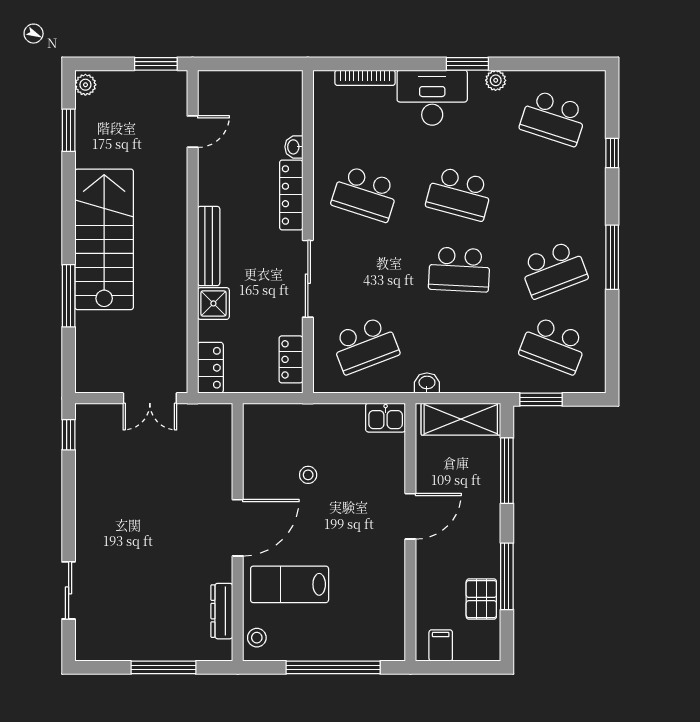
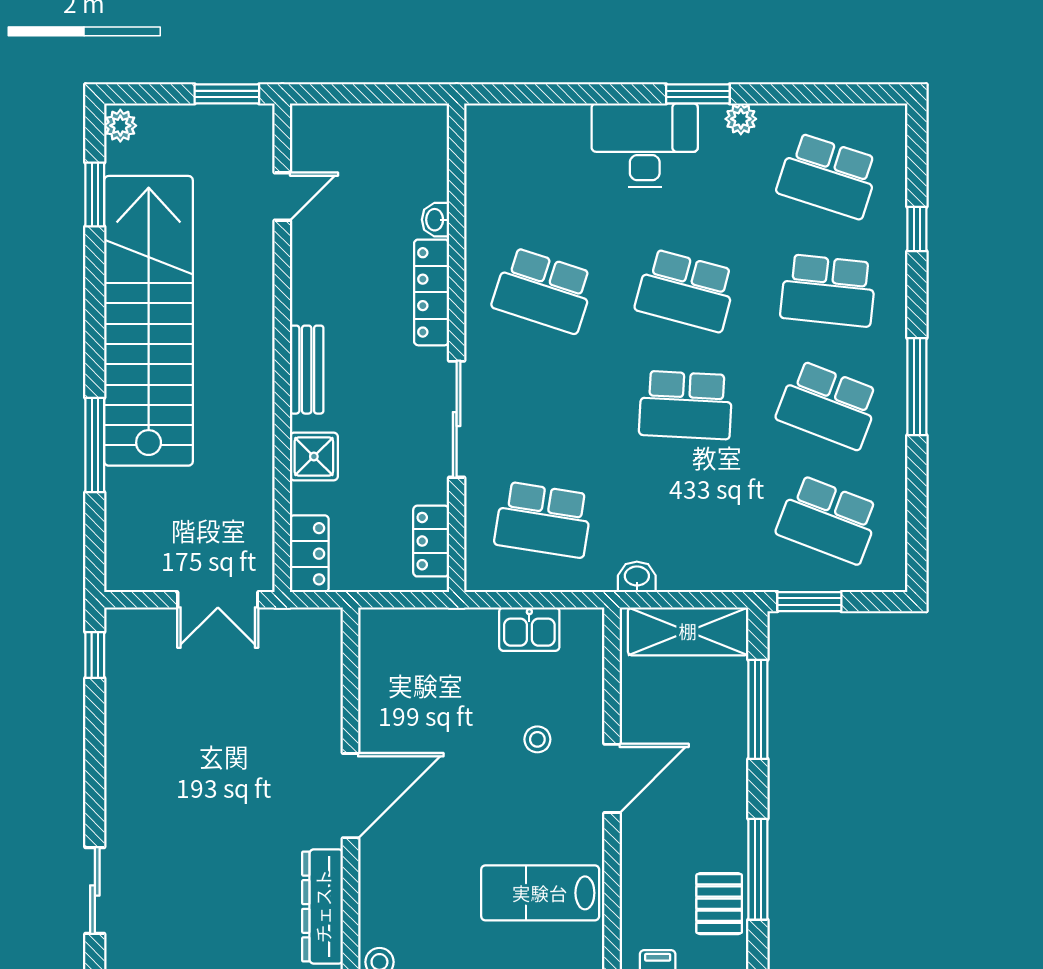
bookcase: (365, 78) -> (543, 115), removed
school desk: (553, 194) -> (828, 290), added
stairs: (104, 239) -> (149, 321), width x1.36
bench: (209, 246) -> (307, 370), width x0.73
school desk: (553, 269) -> (828, 405), turned 42
school desk: (365, 345) -> (543, 520), turned 30
kitchen sink: (386, 418) -> (529, 629), moved
stool: (308, 475) -> (537, 739), moved
lab bench: (290, 584) -> (540, 893), moved
dresser: (222, 611) -> (323, 906), width x1.37, depth x1.24

